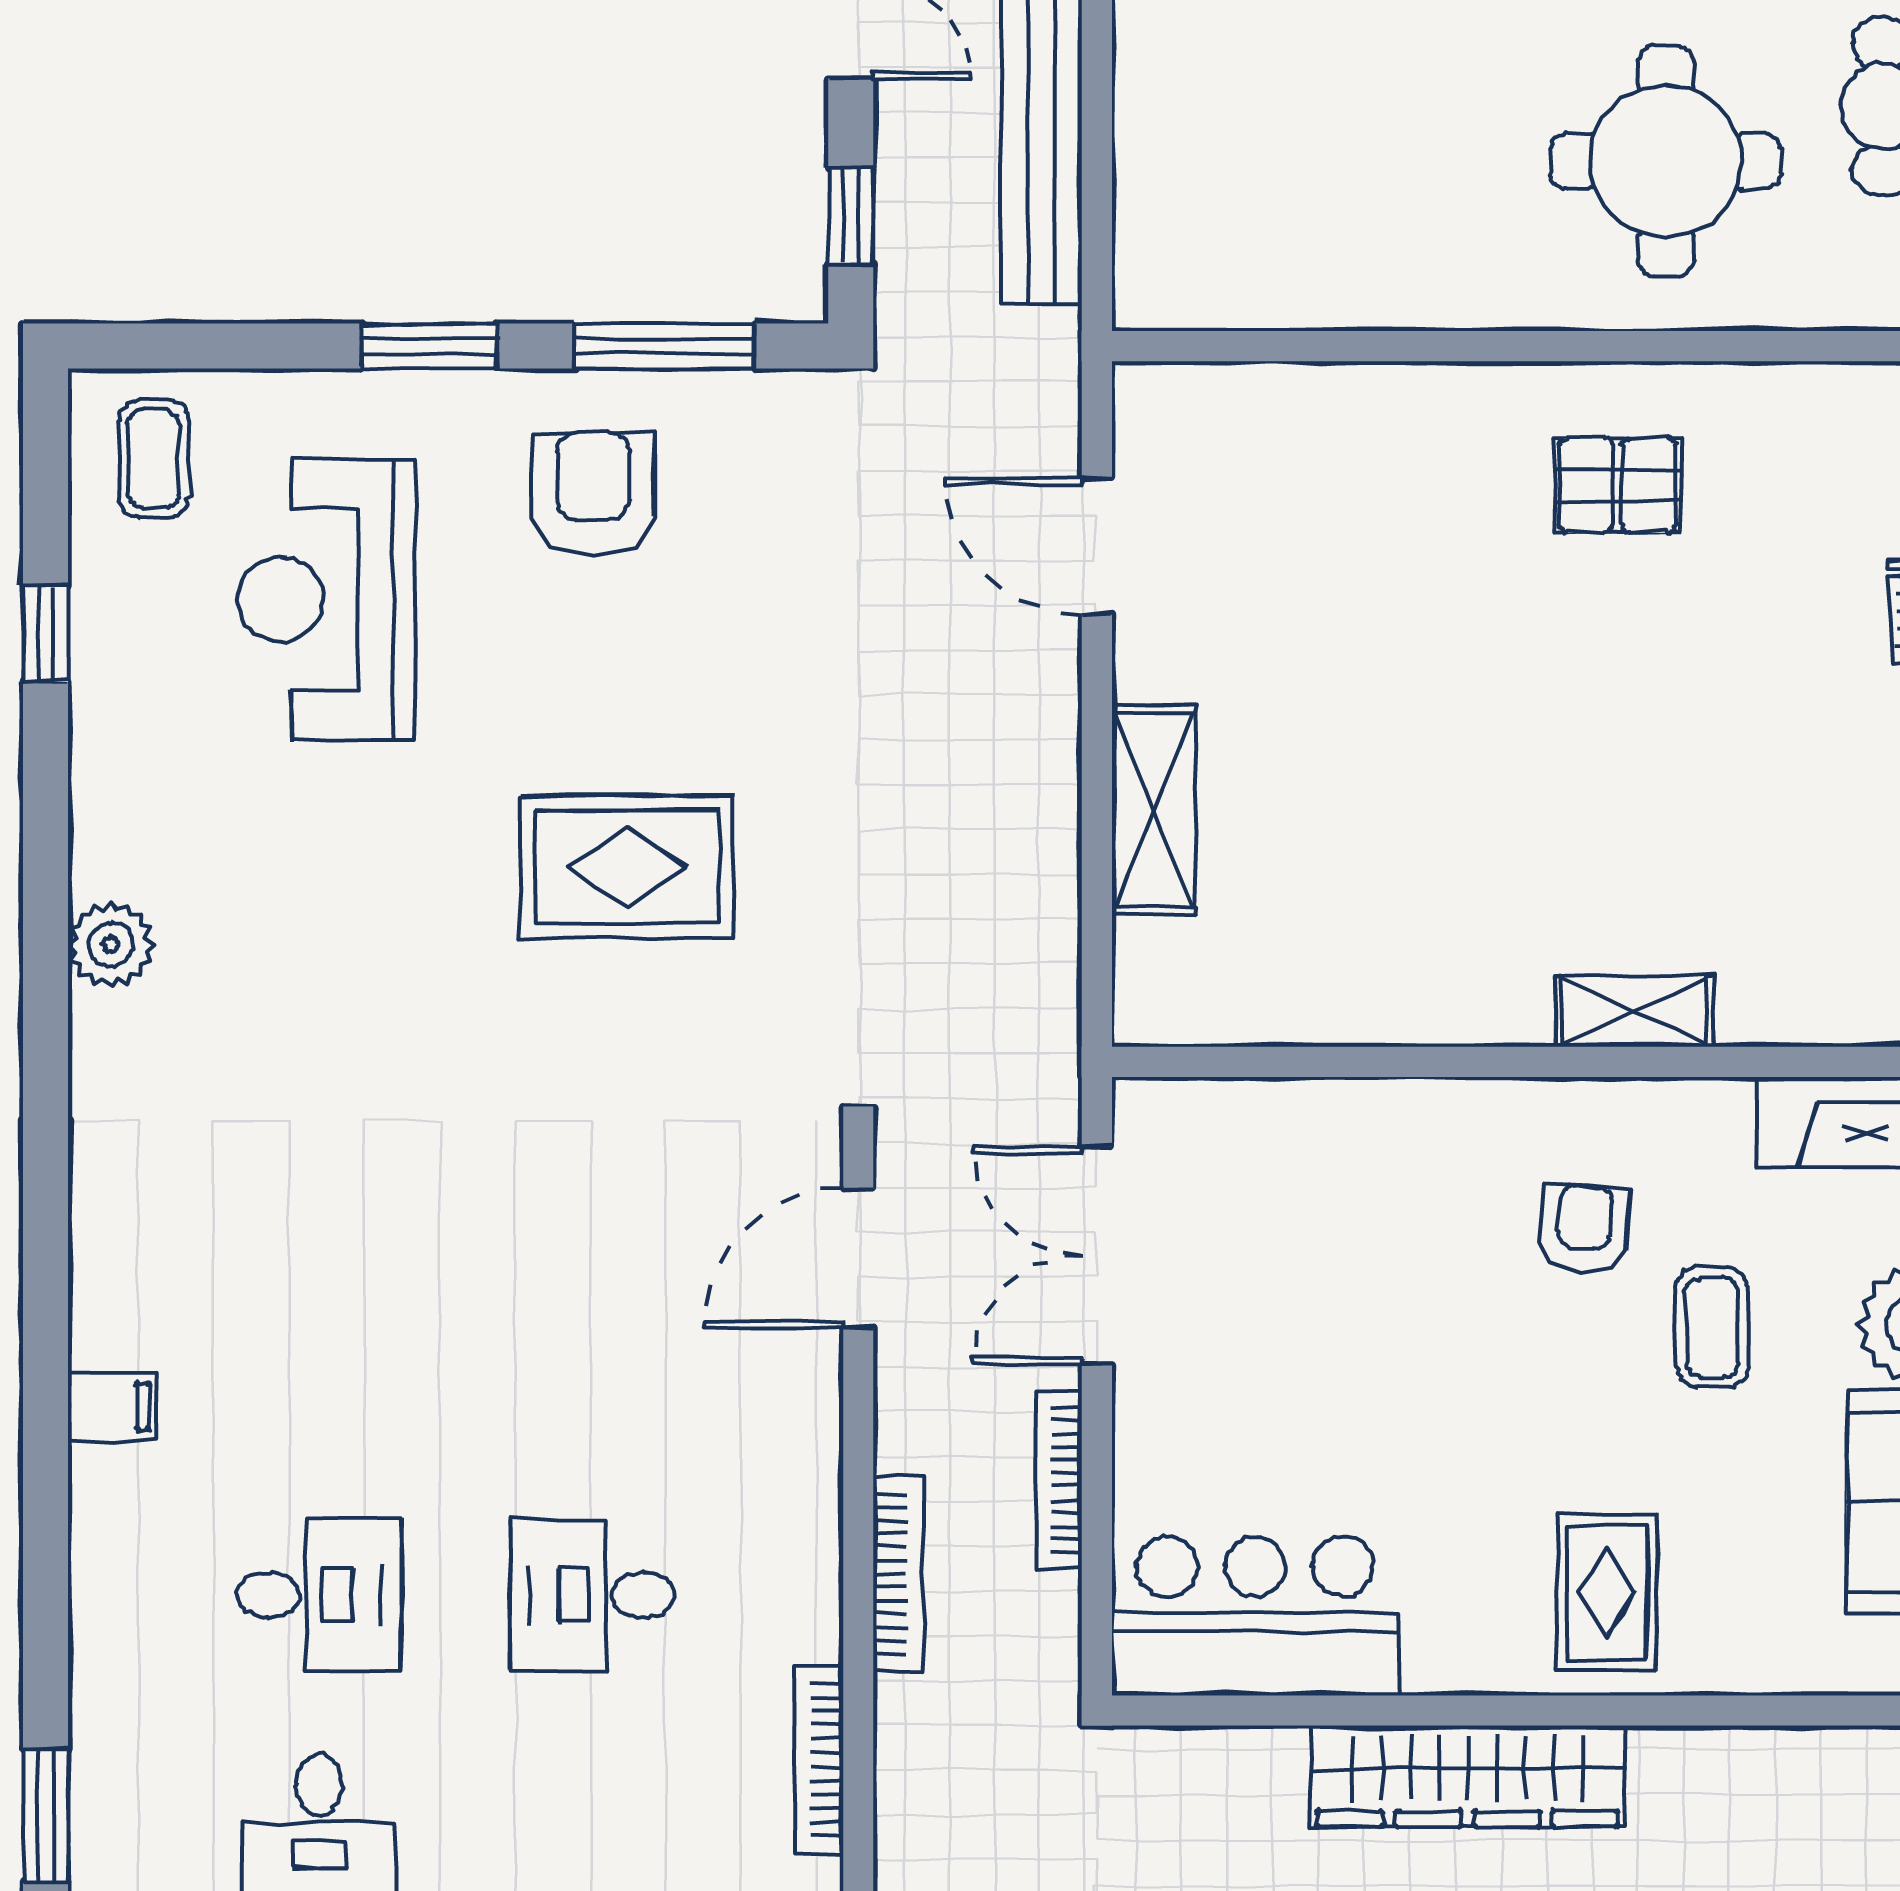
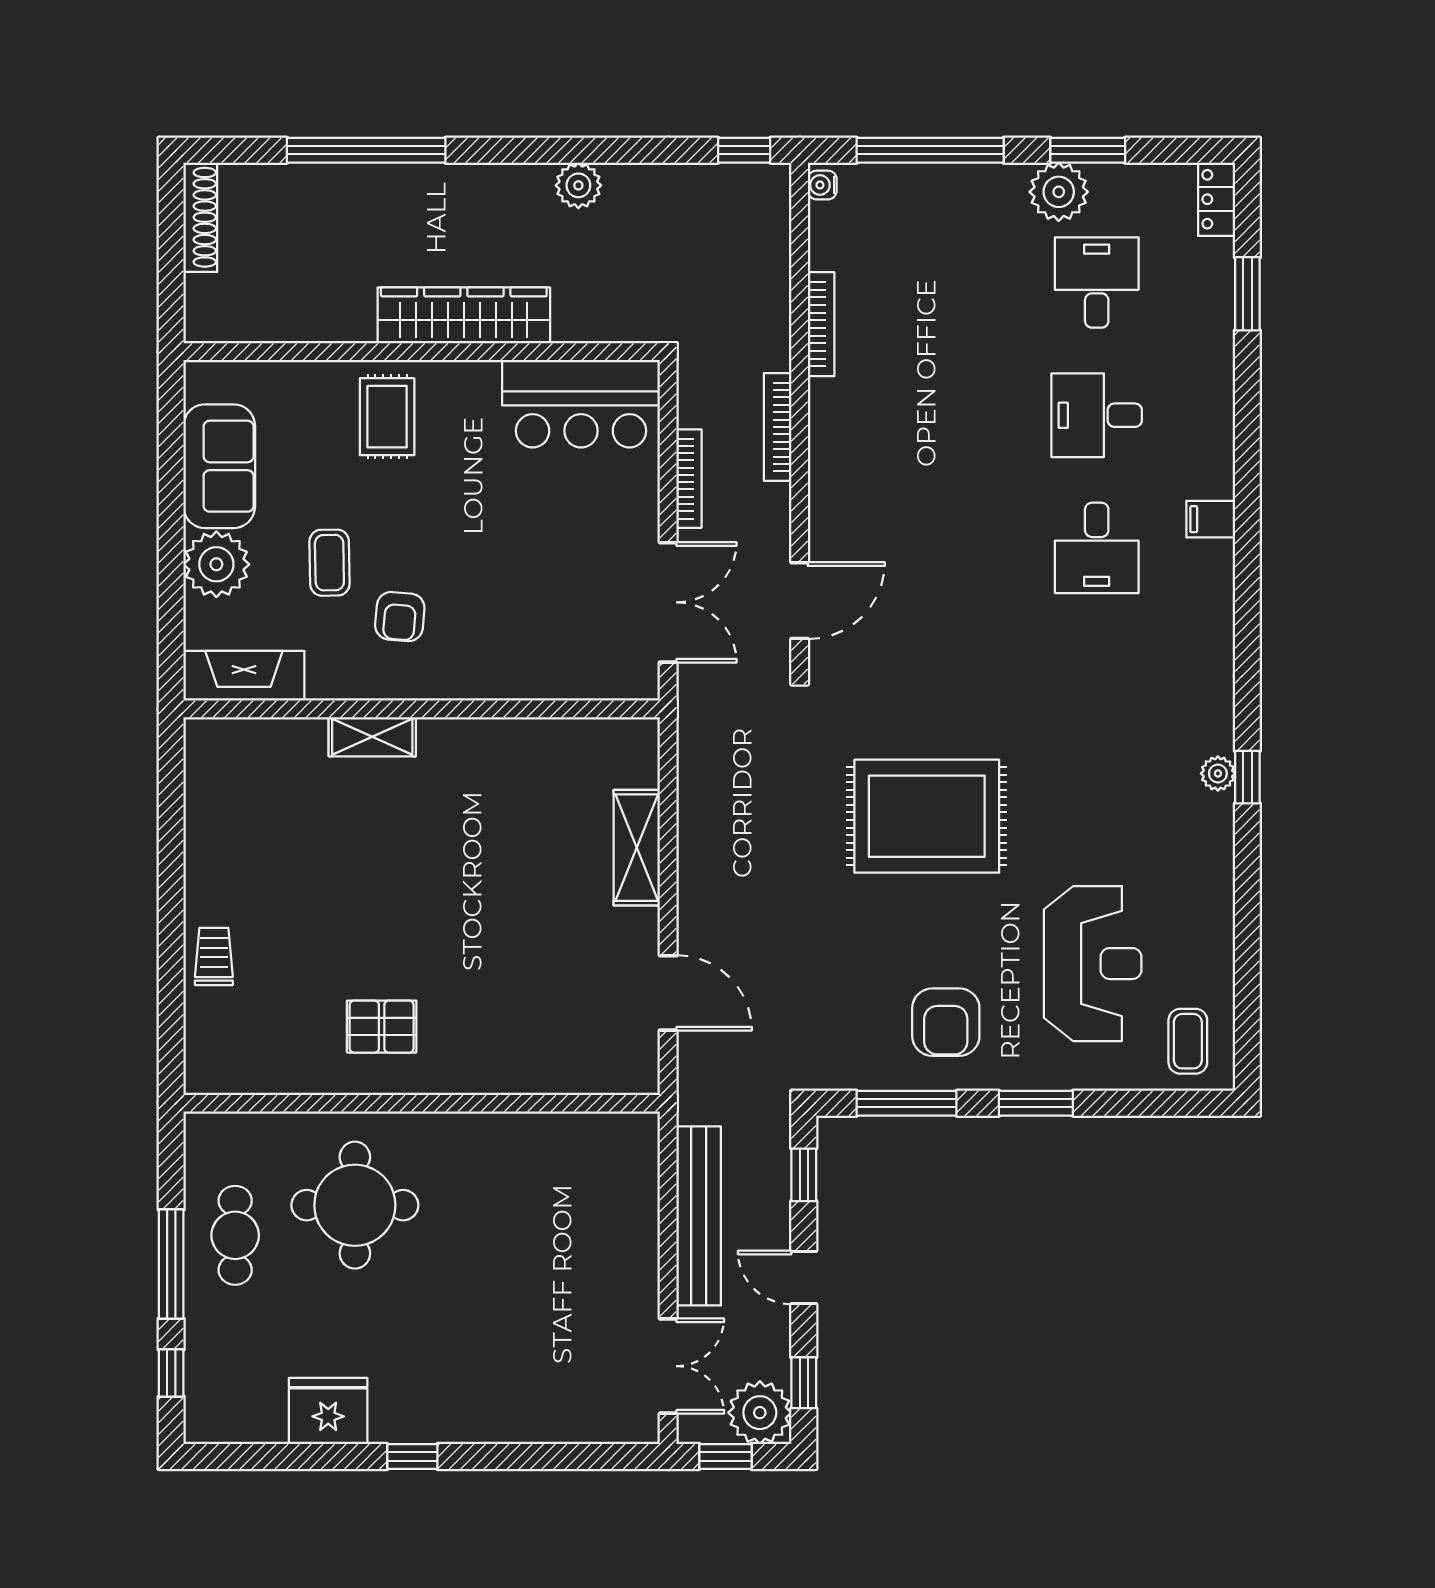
window: (46, 634) -> (1247, 777), moved
rug: (627, 867) -> (927, 816), width x1.37, depth x1.44
plant: (111, 945) -> (1218, 773), width x0.73, depth x0.73
desk: (592, 1595) -> (1097, 548), moved, turned 90

